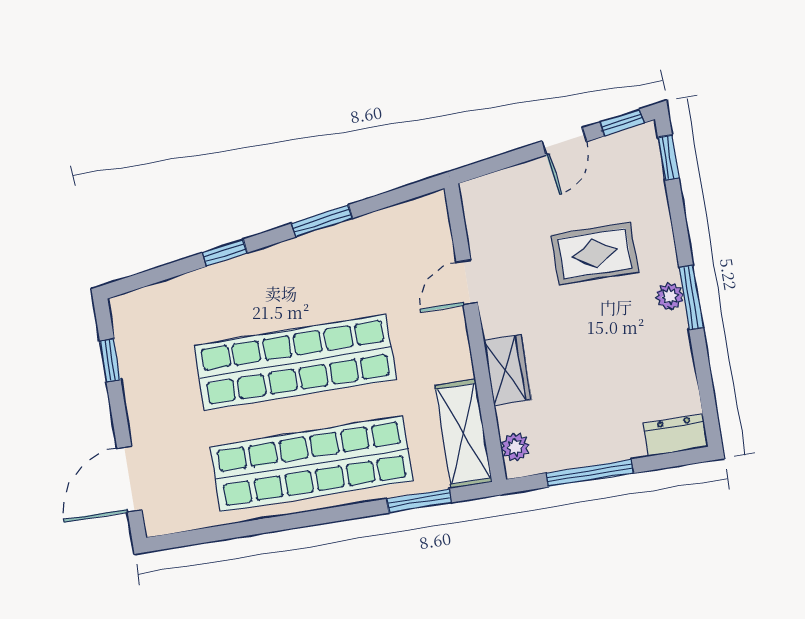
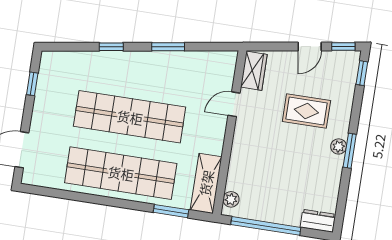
wardrobe: (508, 370) -> (254, 71), moved
window: (590, 473) -> (266, 226), width x1.46

